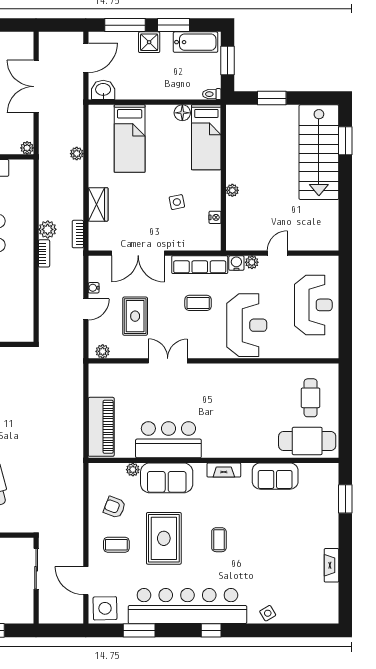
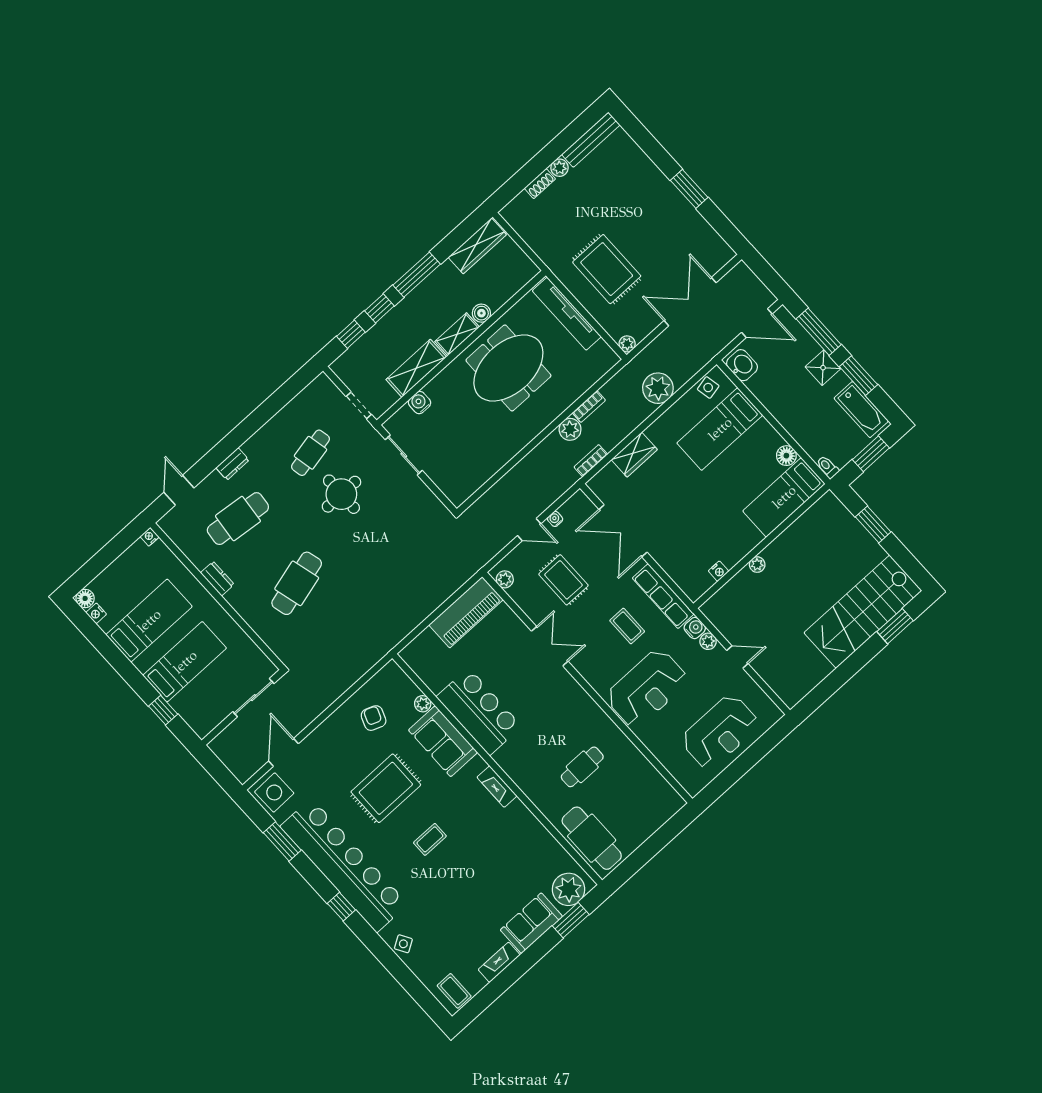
plant: (77, 154) -> (658, 388), width x1.88, depth x1.88
side table: (177, 202) -> (708, 388), moved
bookcase: (44, 253) -> (589, 407), moved
rug: (135, 316) -> (563, 580), turned 90
cafe table: (311, 398) -> (582, 767), moved
piano: (101, 427) -> (466, 612), moved
sofa: (275, 476) -> (531, 923), moved, turned 90
plant: (325, 483) -> (569, 889), added
coffee table: (116, 545) -> (454, 991), moved

